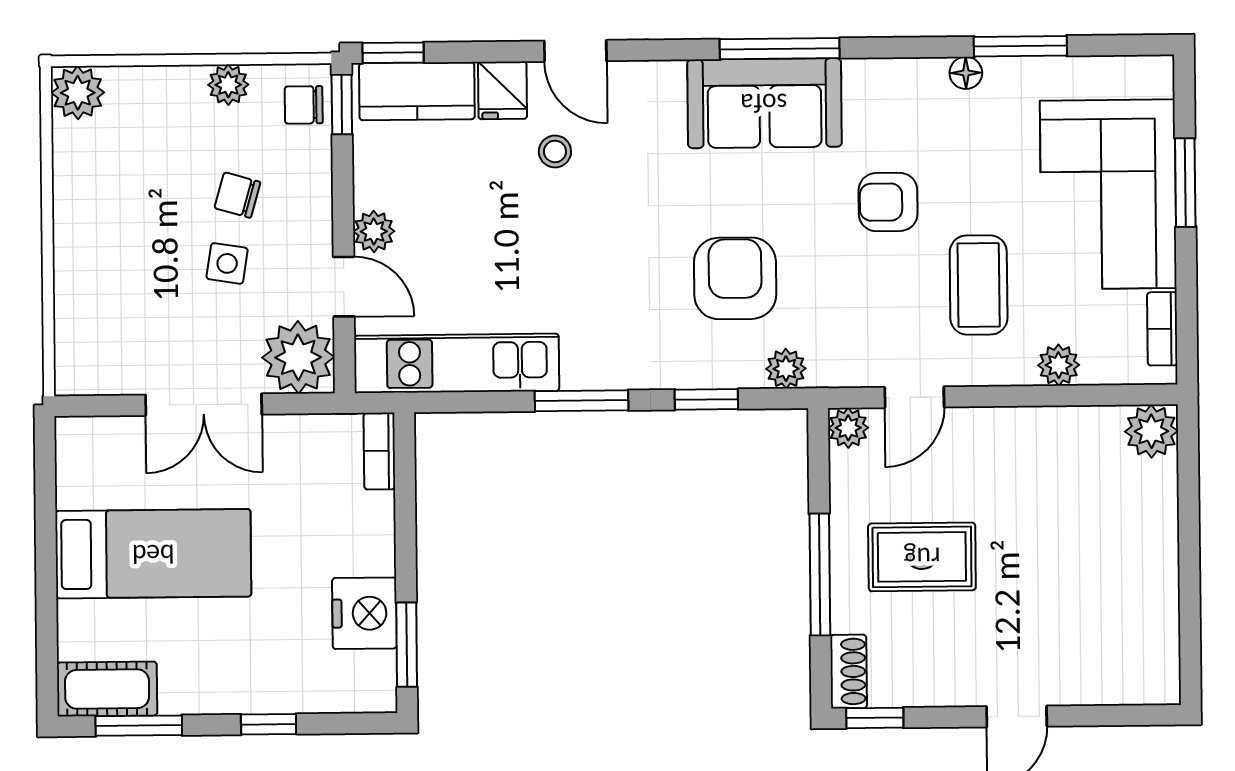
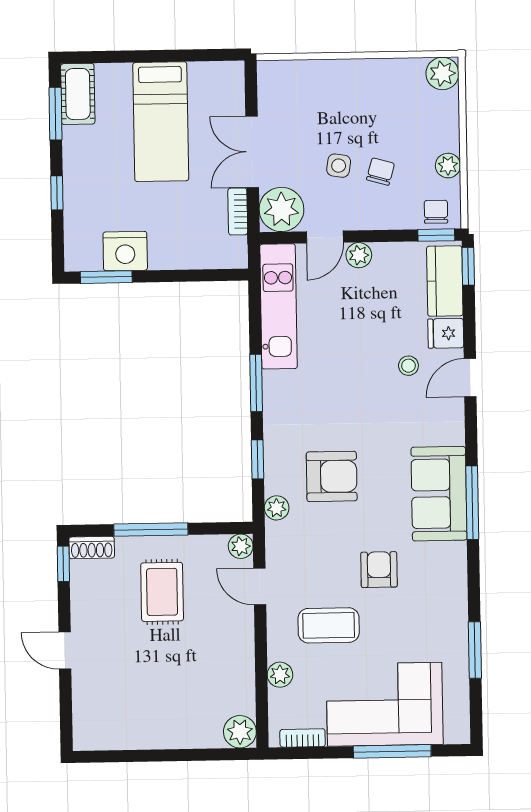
floor lamp: (966, 73) -> (458, 617), removed
window: (1185, 183) -> (392, 751), width x1.44
bookcase: (379, 451) -> (238, 211), moved, turned -90

